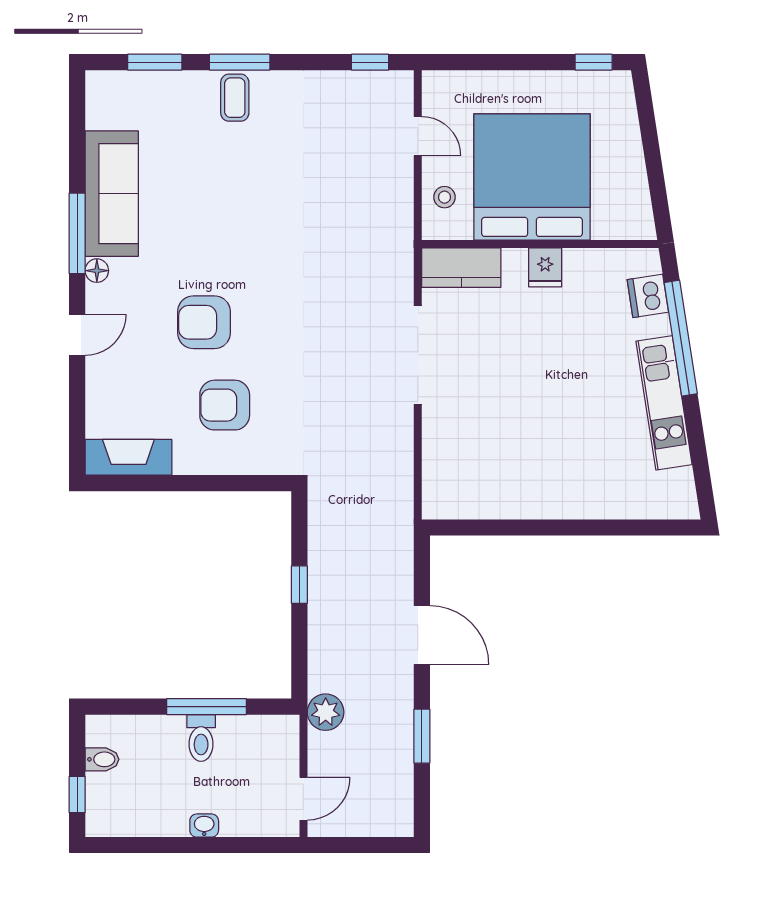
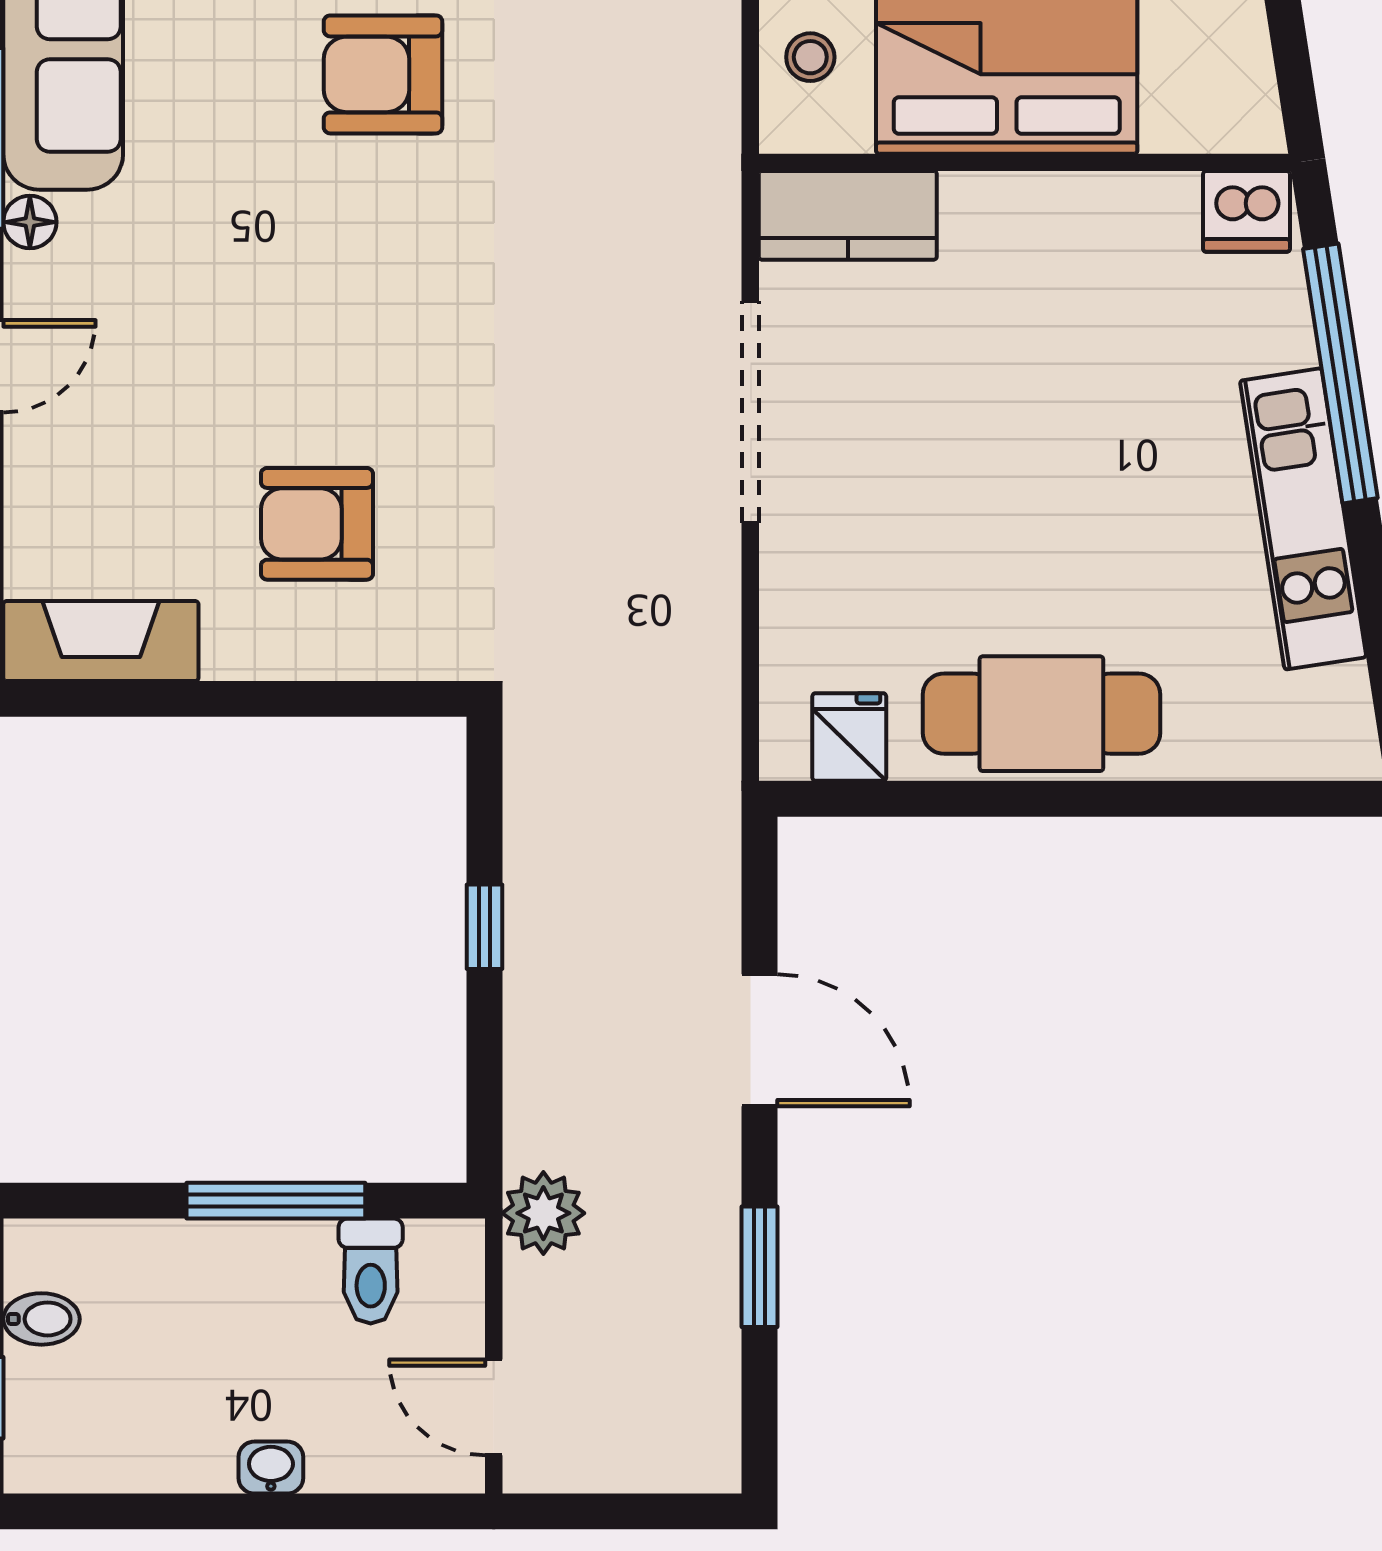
fridge: (545, 267) -> (849, 737), moved, turned 180
dishwasher: (648, 296) -> (1246, 211), moved, turned -81
armchair: (204, 322) -> (383, 74), moved
cafe table: (547, 490) -> (1041, 714), added
toilet: (201, 738) -> (371, 1271), moved
door: (303, 799) -> (494, 1407), swing flipped

